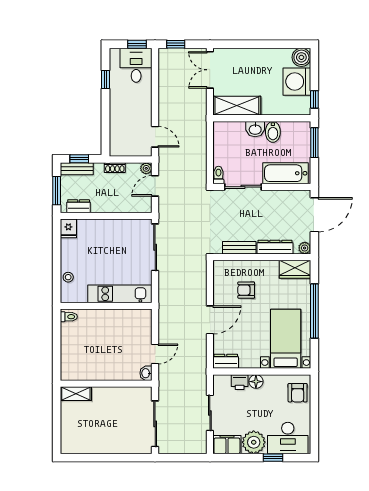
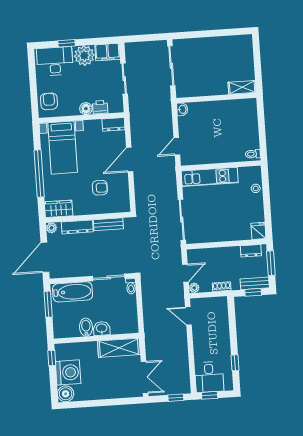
window: (314, 143) -> (48, 304), moved
door: (155, 354) -> (177, 146), moved

